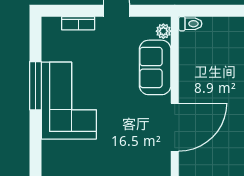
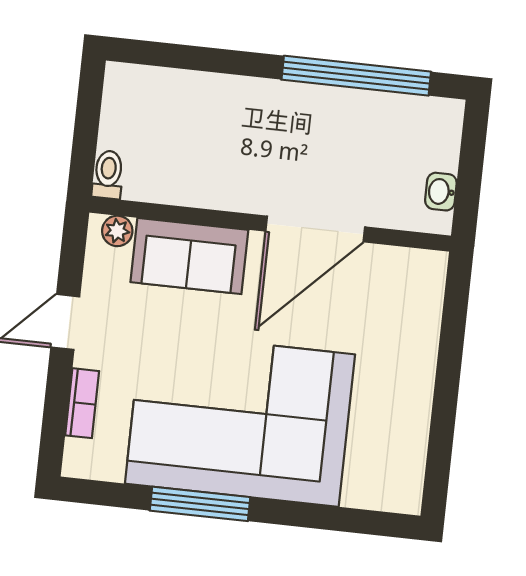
corner sofa: (69, 101) -> (240, 419), width x1.36, depth x1.36
door: (175, 127) -> (315, 229), swing flipped

